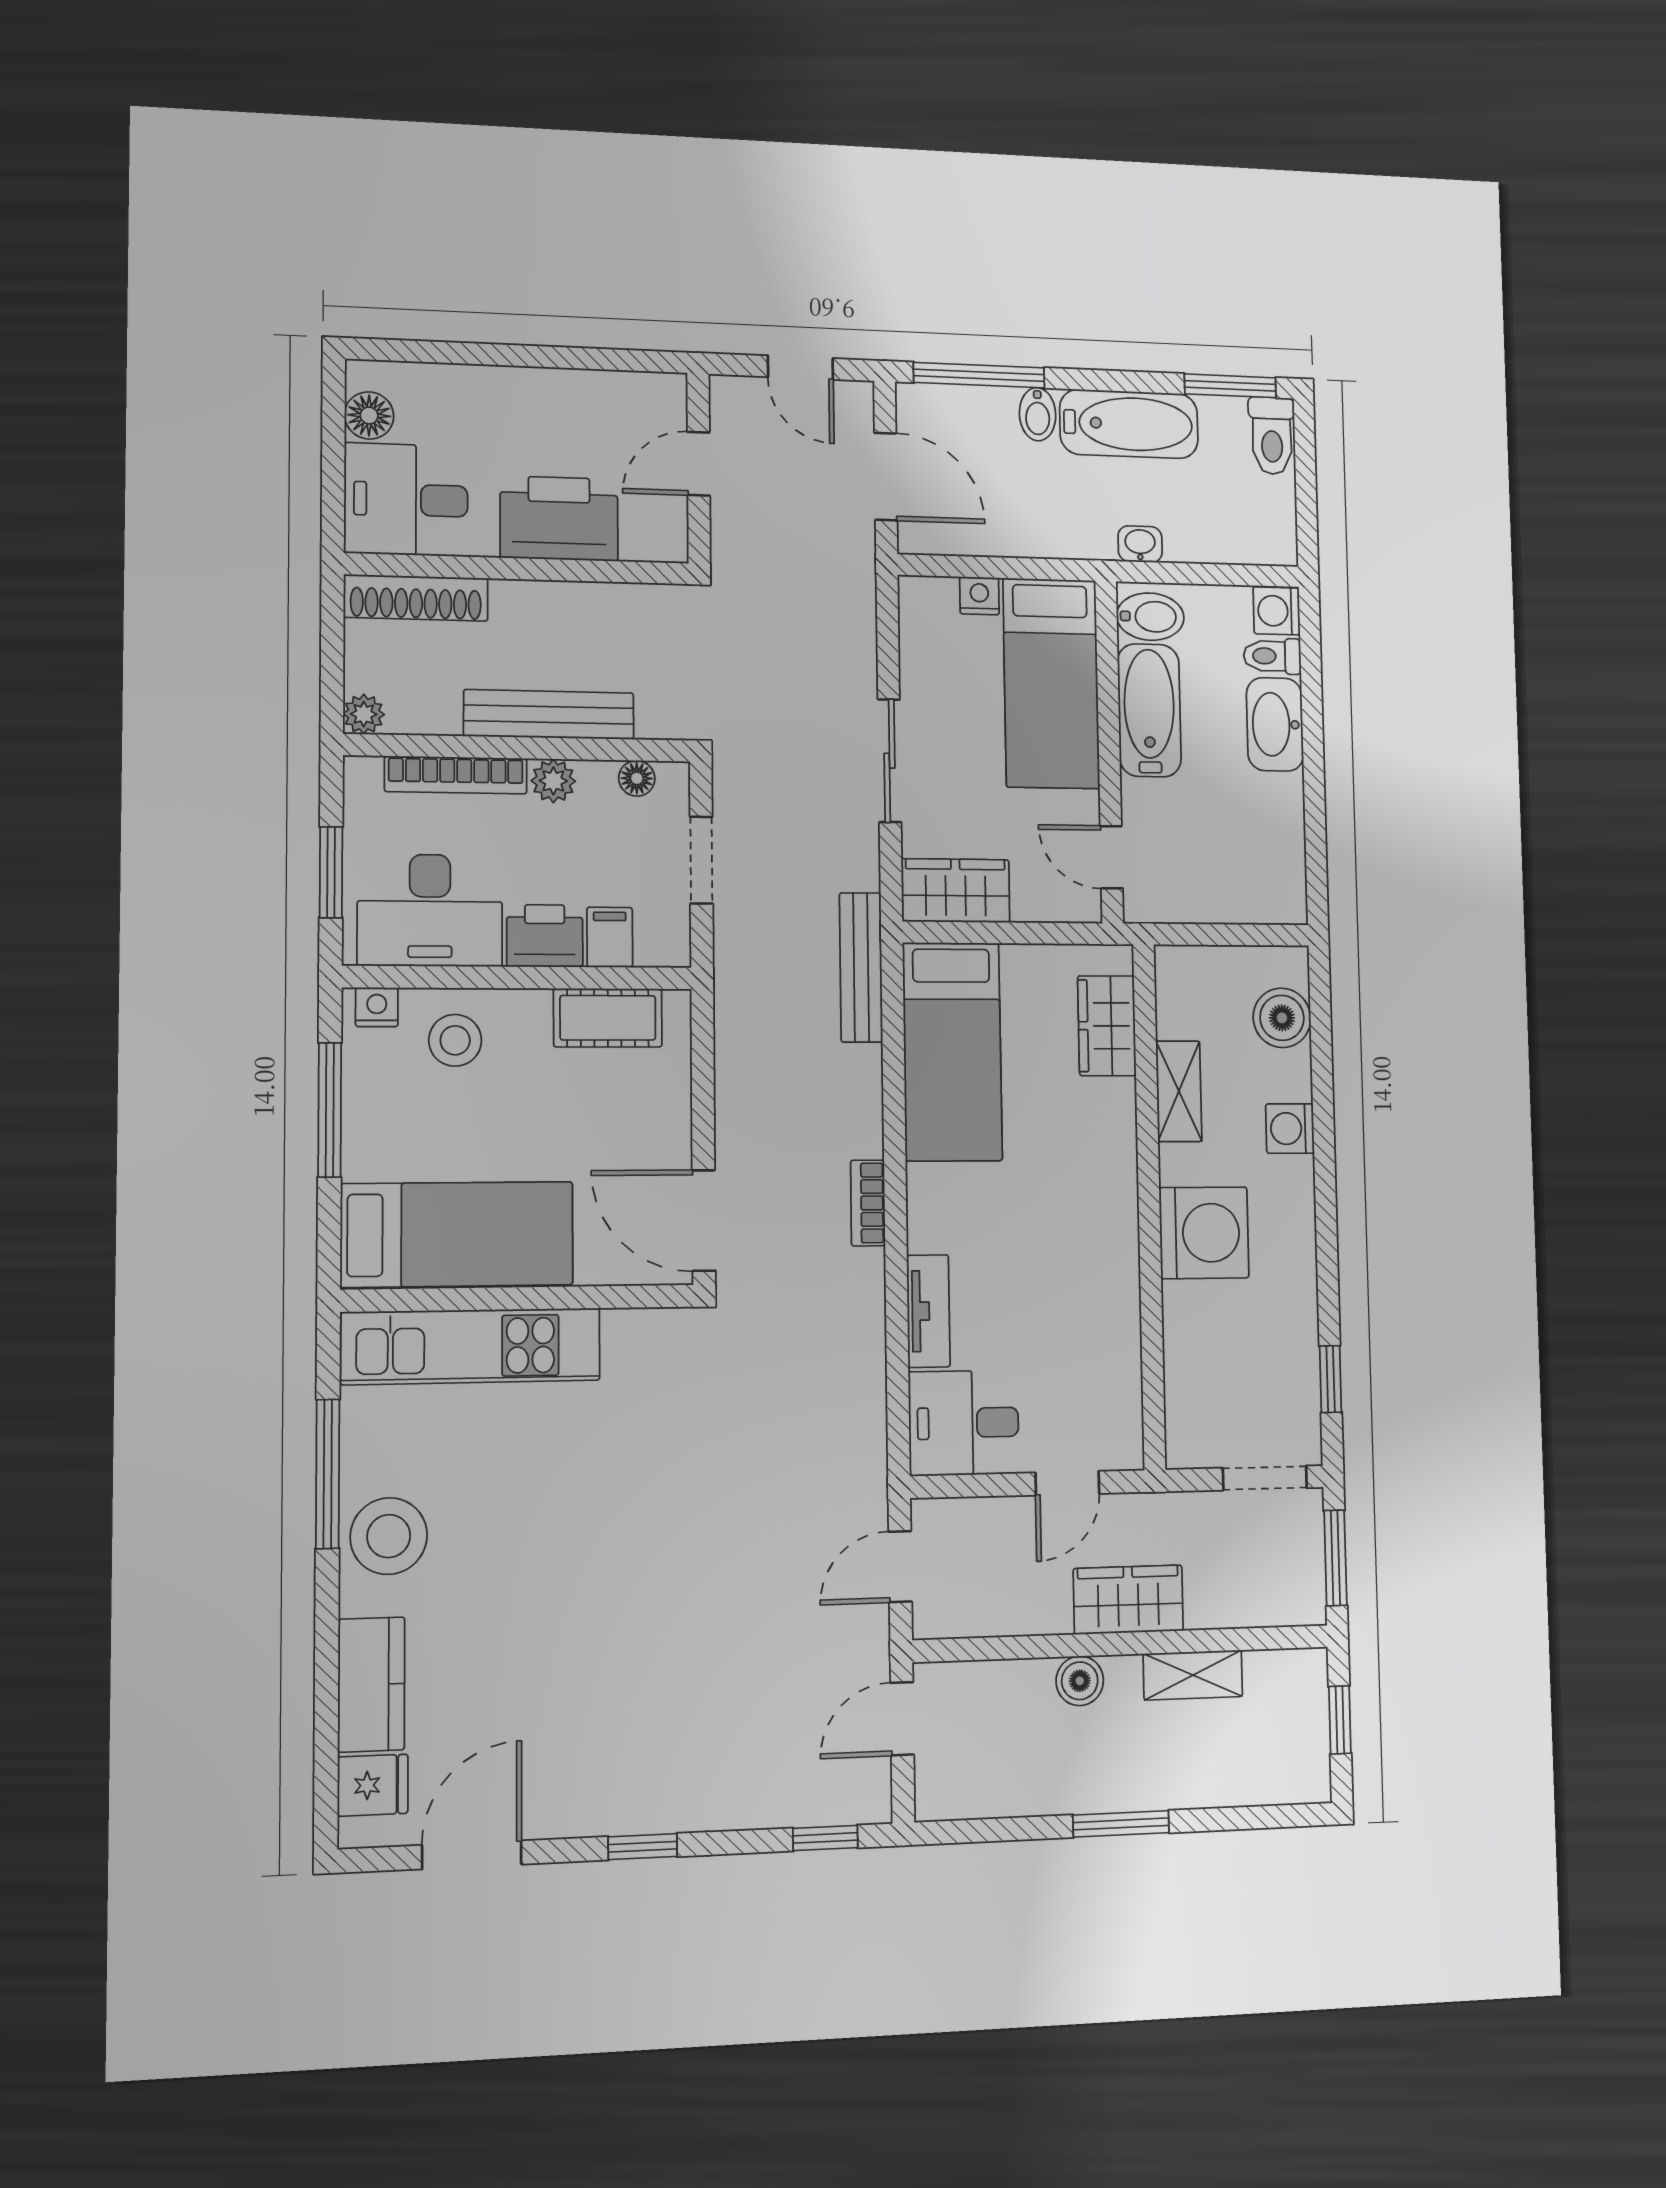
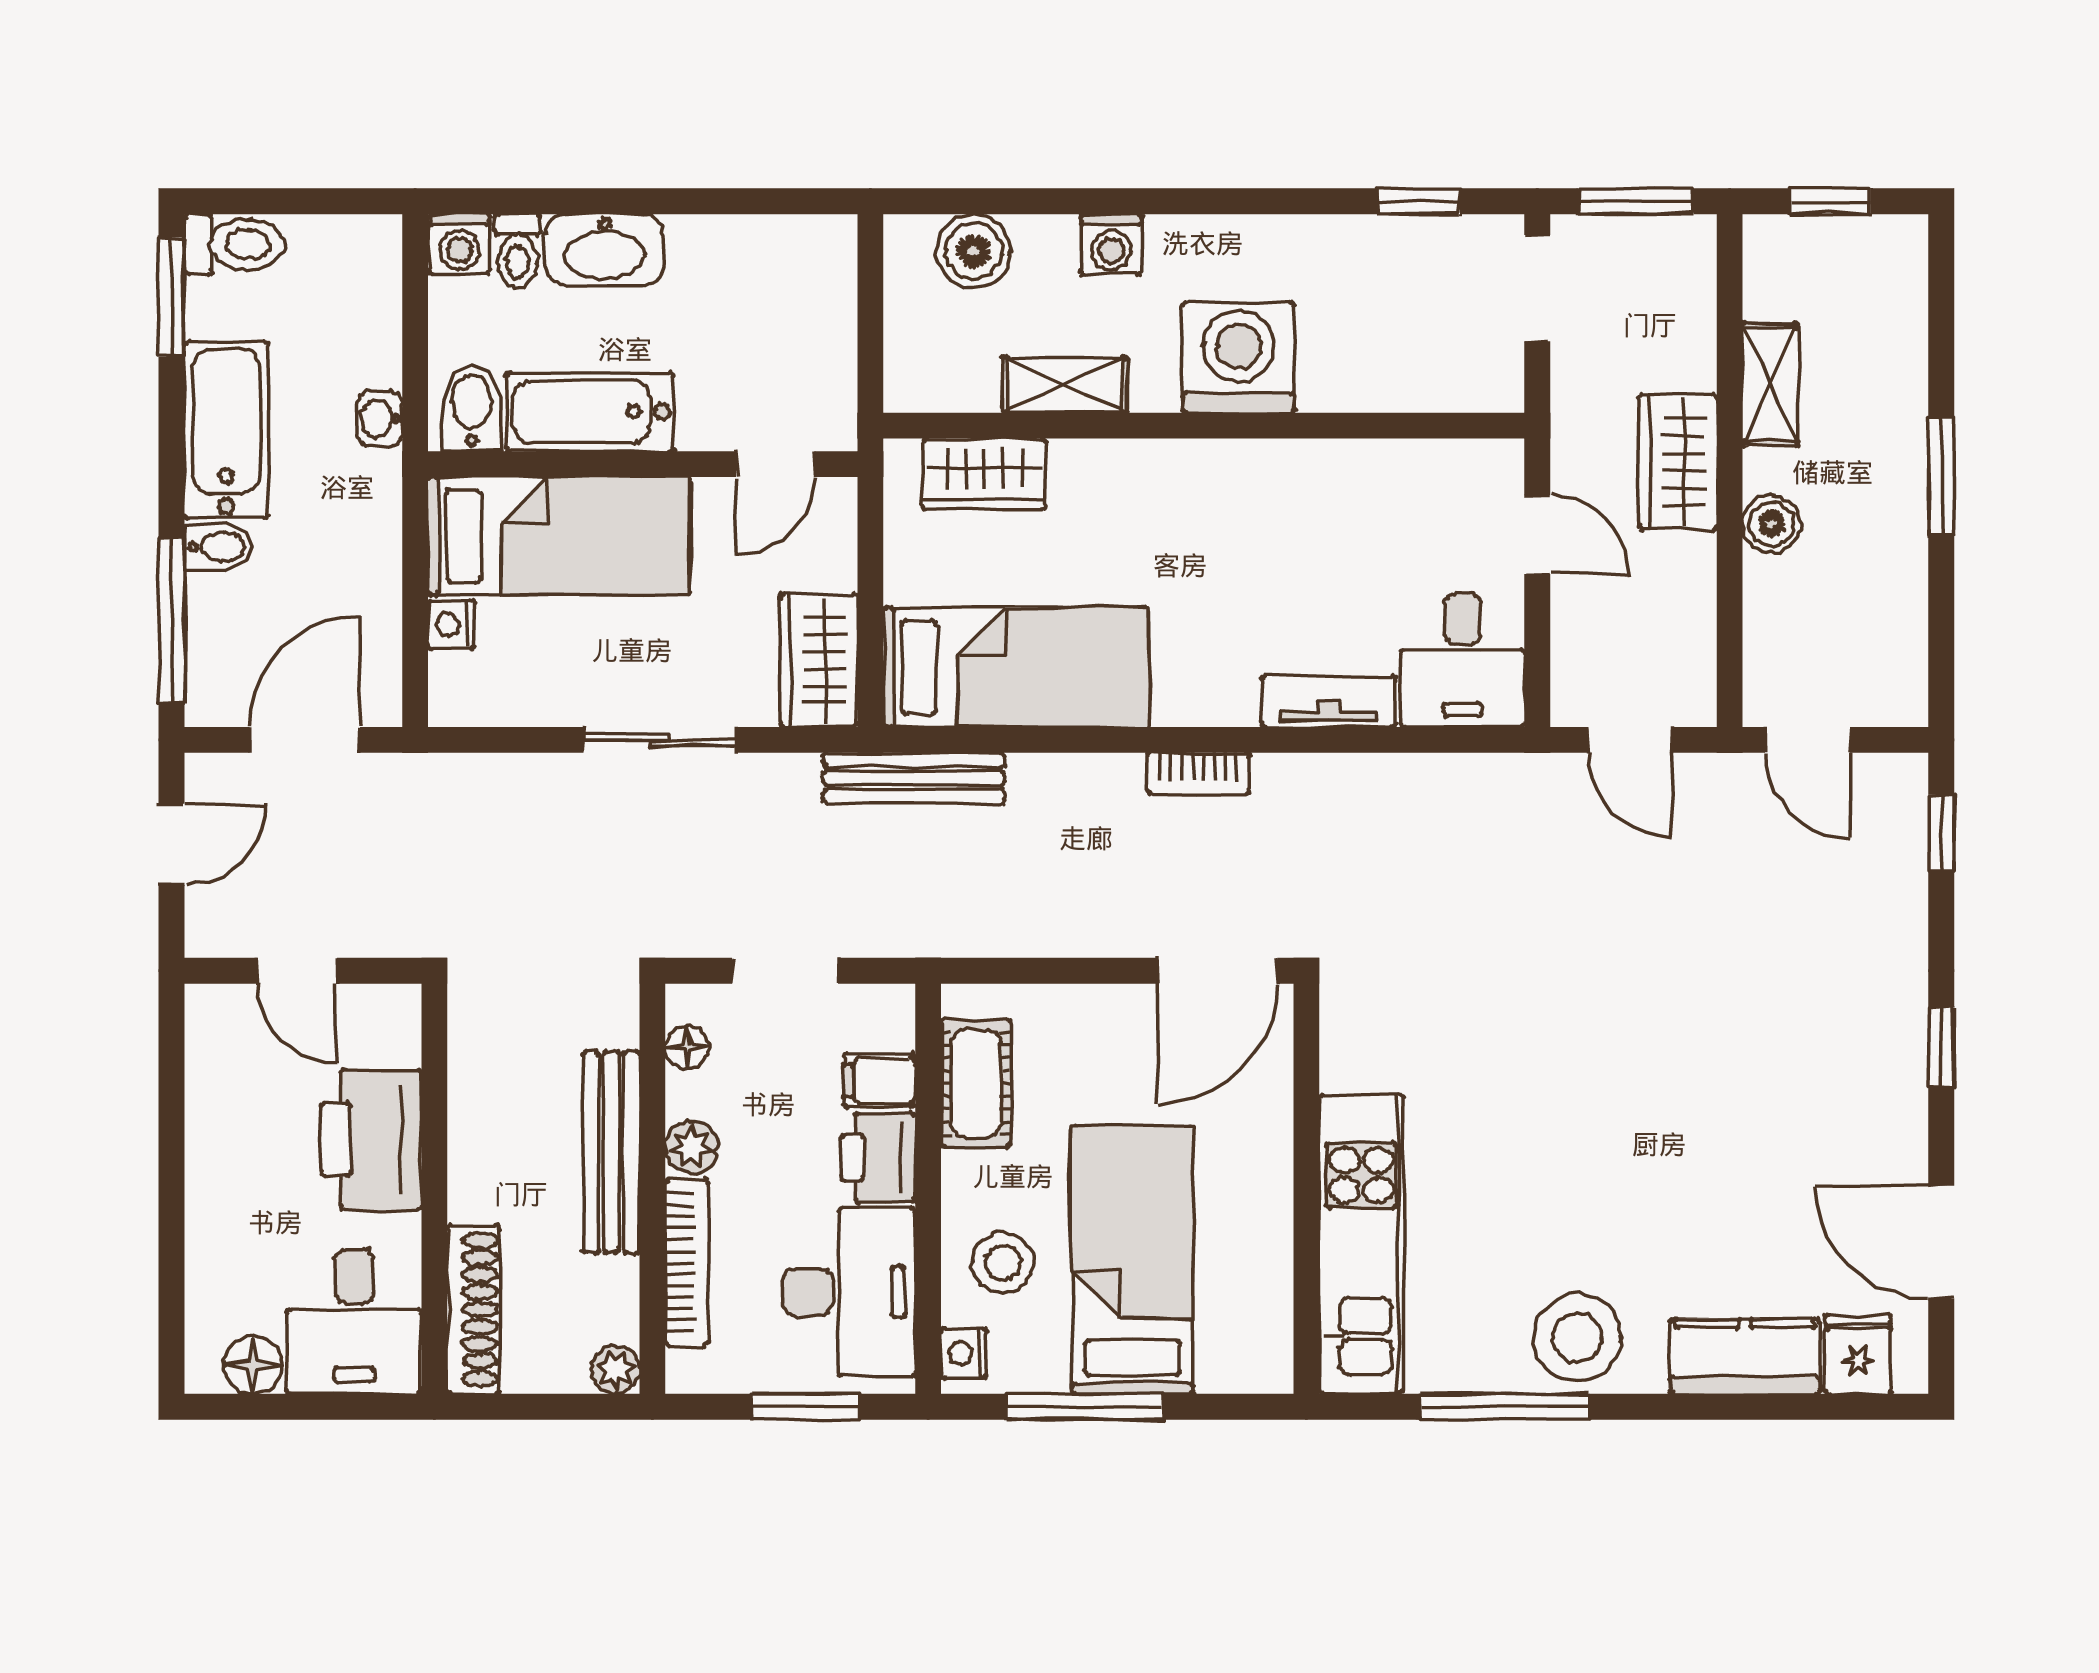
bed: (457, 1234) -> (1133, 1260), moved

